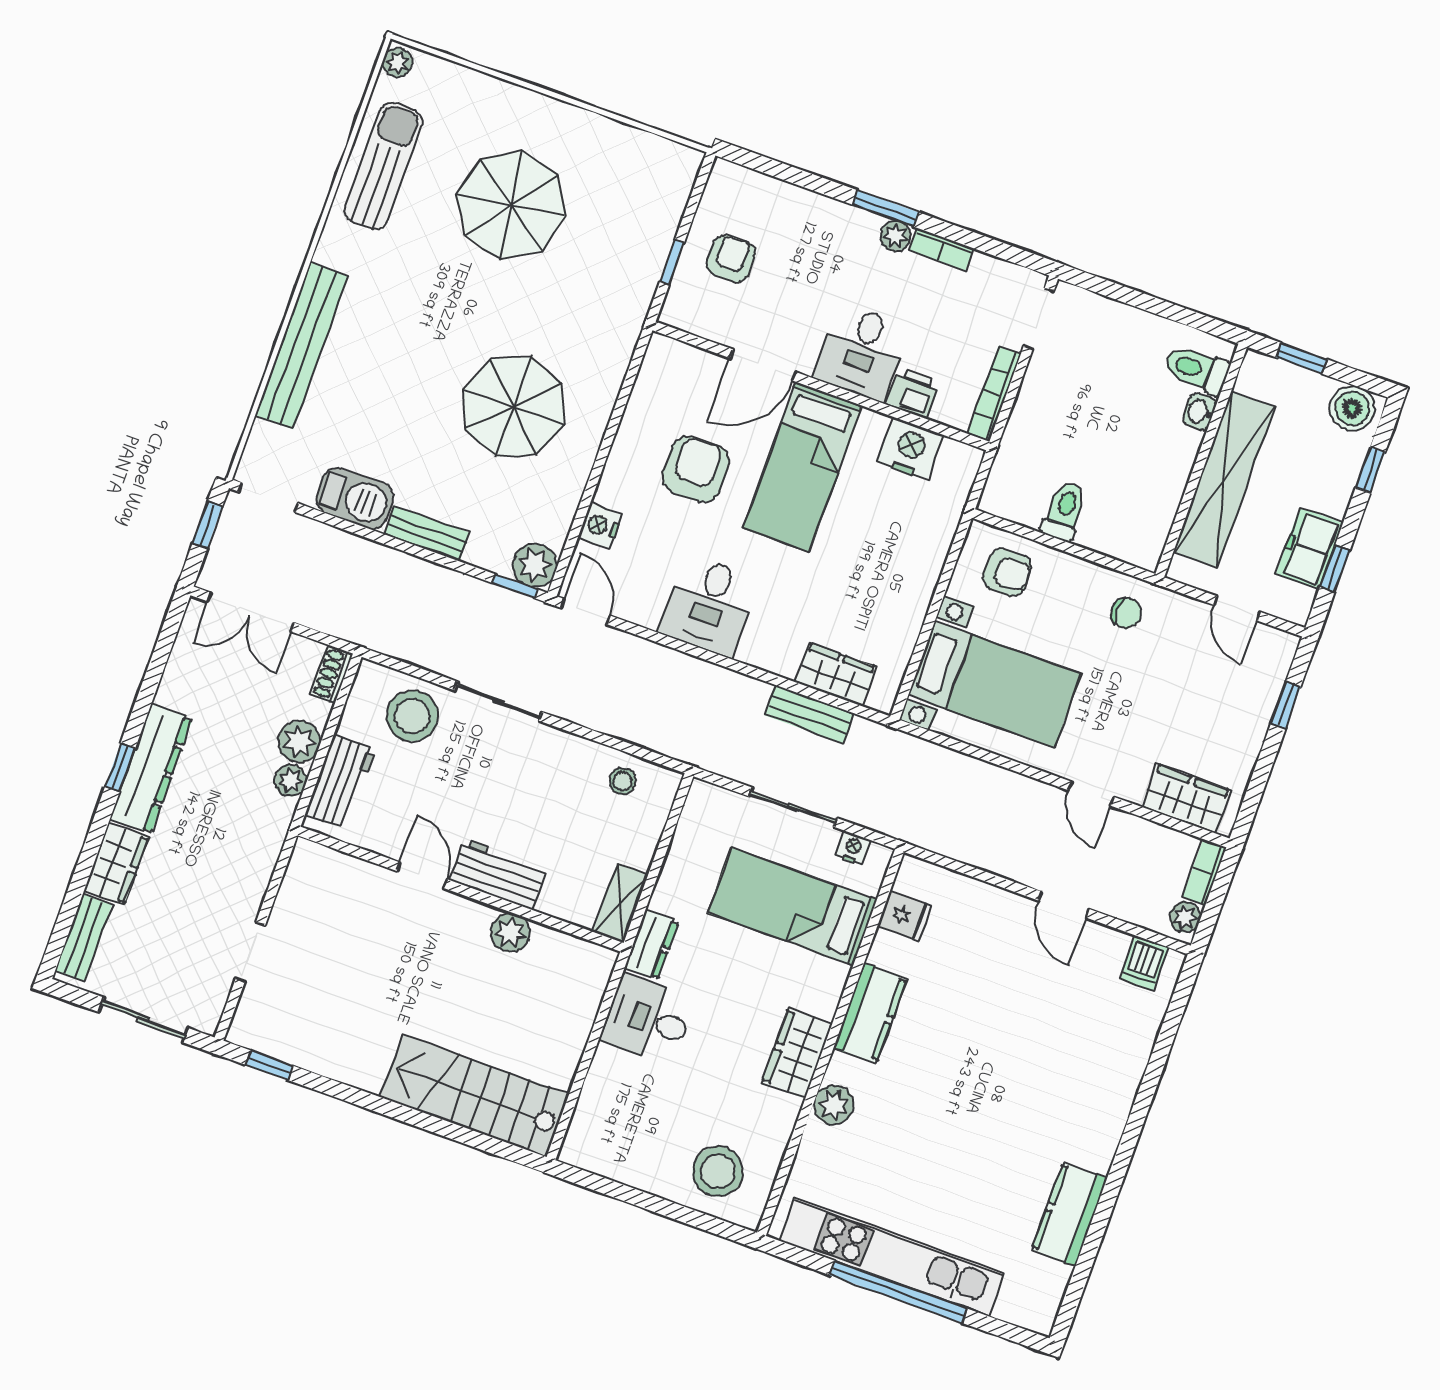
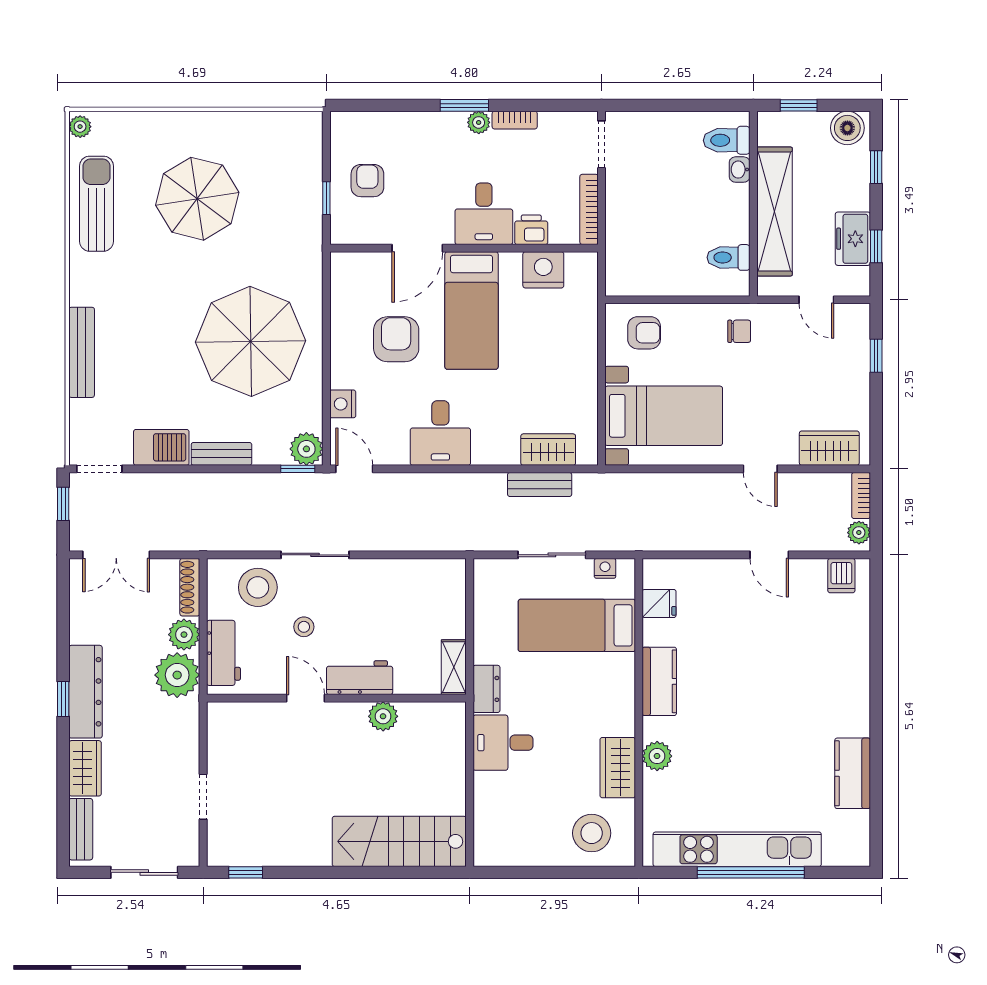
bench: (302, 346) -> (82, 352), width x0.73, depth x0.82
parasol: (513, 406) -> (251, 341), width x1.36, depth x1.36
toilet: (1064, 511) -> (729, 257), moved, turned -90
shoe rack: (332, 674) -> (190, 587), width x1.43
plant: (290, 781) -> (177, 675), width x1.87, depth x1.87
stool: (623, 781) -> (304, 627), moved
wardrobe: (797, 1053) -> (618, 768), moved

